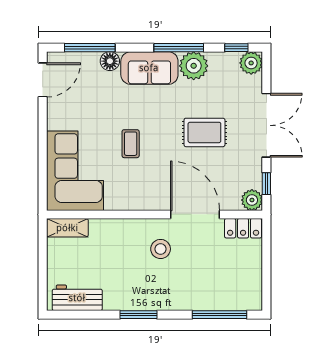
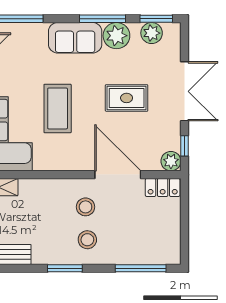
window: (236, 48) -> (156, 19), width x1.50
floor lamp: (110, 61) -> (38, 31), removed
plant: (251, 63) -> (152, 33), moved
coffee table: (131, 144) -> (58, 108), width x1.86, depth x1.72
stool: (163, 284) -> (87, 240), added

